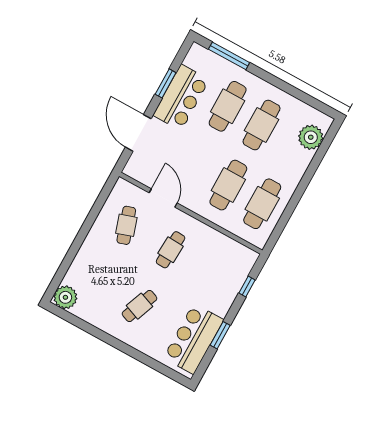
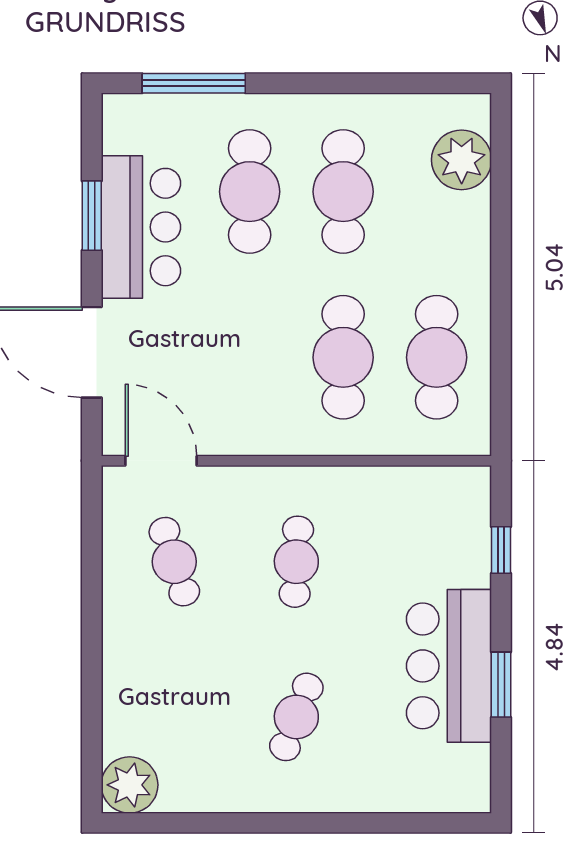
door: (163, 198) -> (161, 461), moved
bar counter: (194, 339) -> (449, 666), moved

